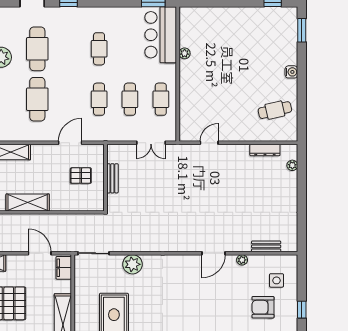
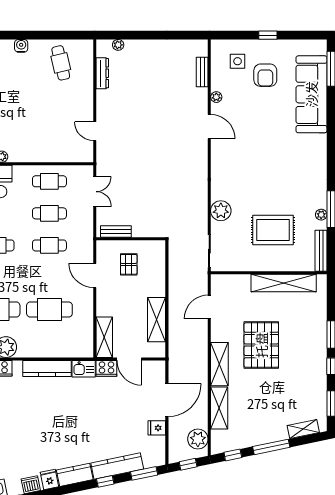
bench: (112, 178) -> (116, 232), moved
filing cabinet: (64, 268) -> (224, 282), removed

